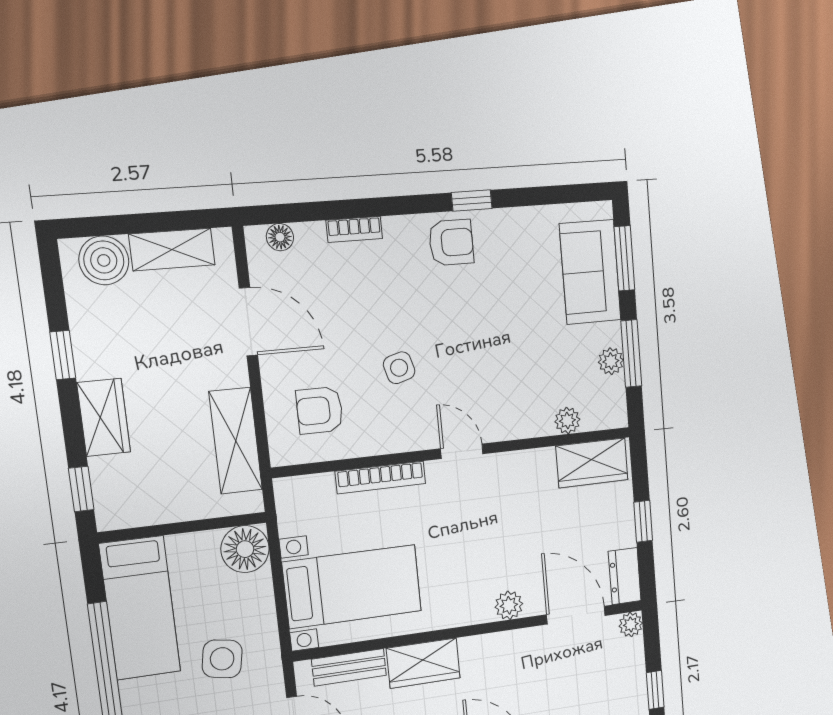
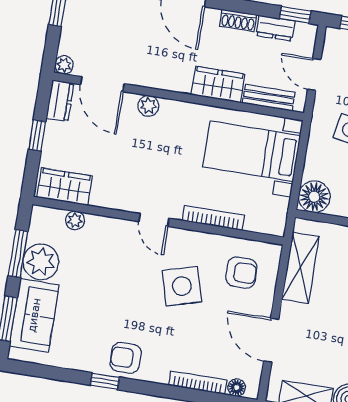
bookcase: (354, 229) -> (198, 383), width x1.56
plant: (611, 361) -> (41, 262), width x1.88, depth x1.88
side table: (399, 368) -> (182, 286), width x1.87, depth x1.87

